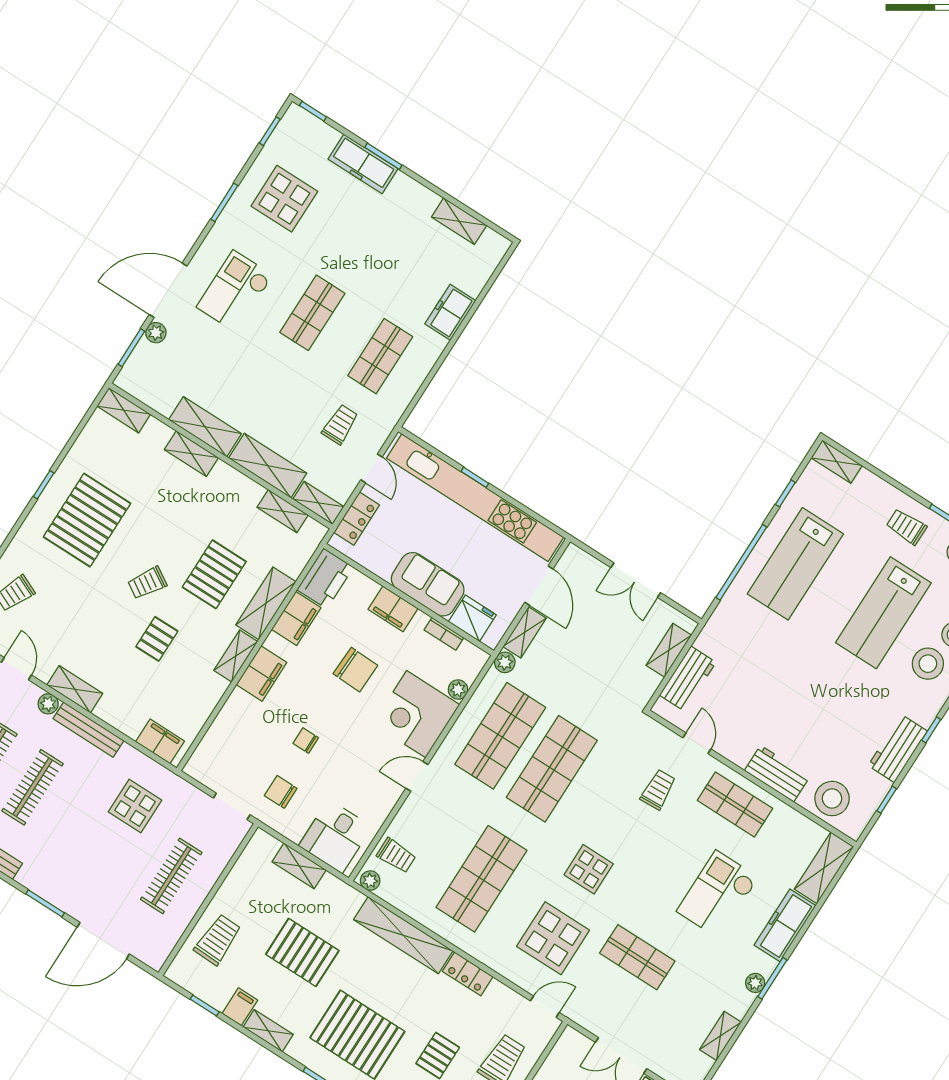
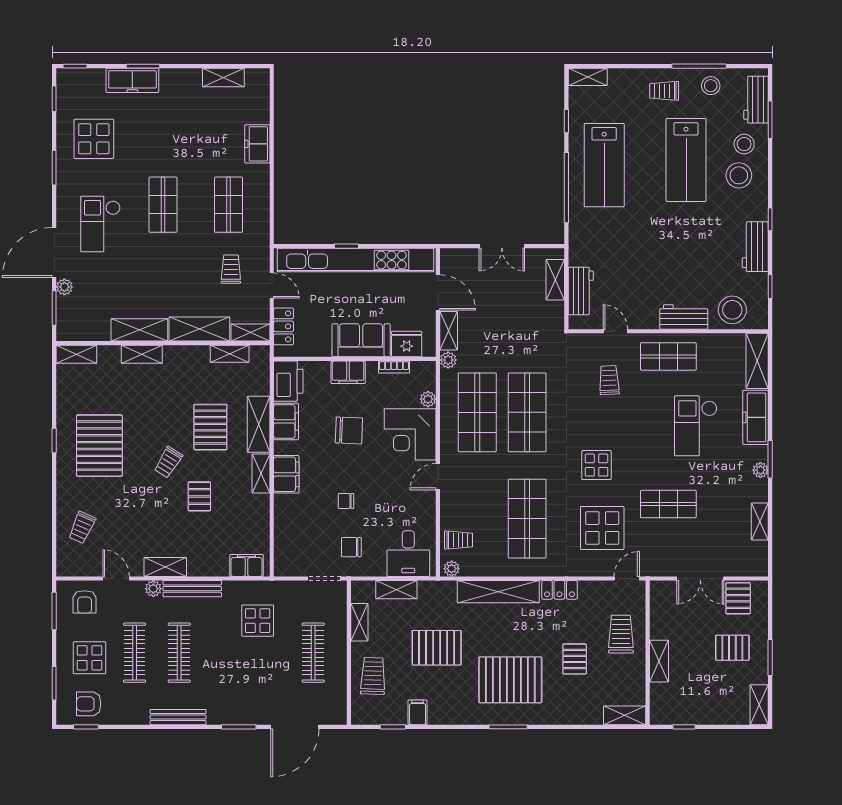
shelving: (268, 1031) -> (359, 622), moved, turned 90

